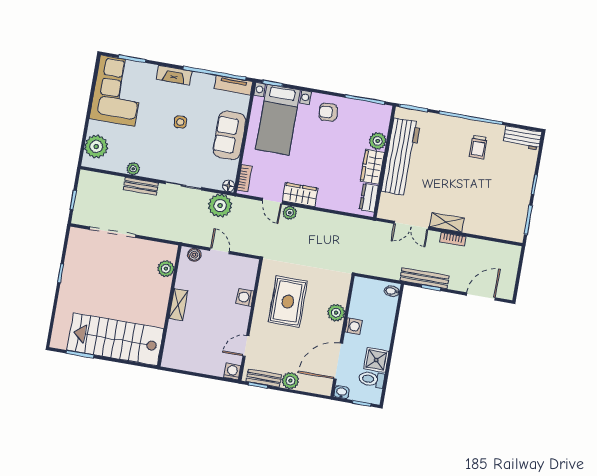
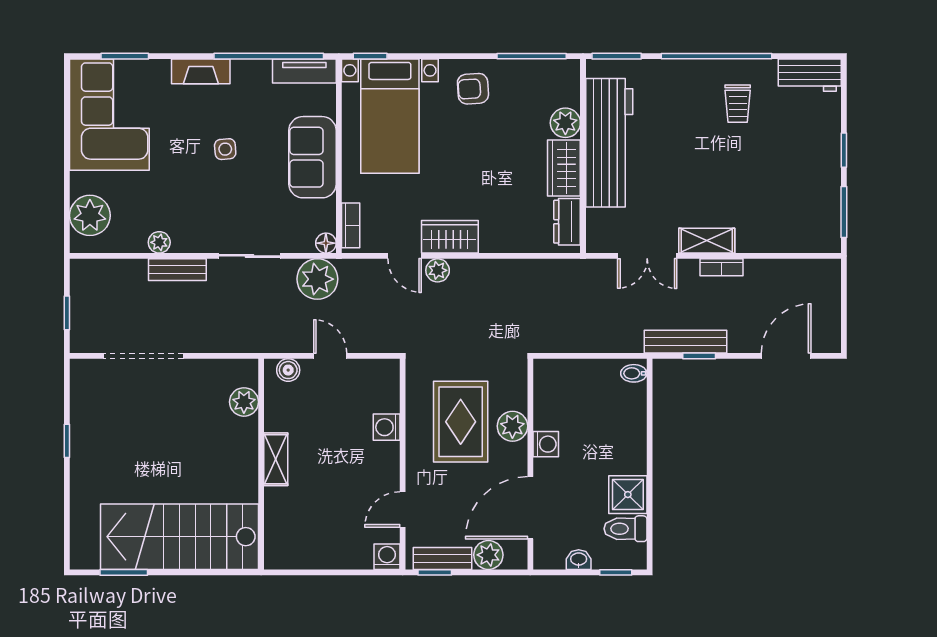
plant: (336, 313) -> (512, 426), moved
washing machine: (353, 326) -> (546, 444), moved
wall: (343, 336) -> (530, 464), moved
door: (338, 361) -> (530, 508), moved

